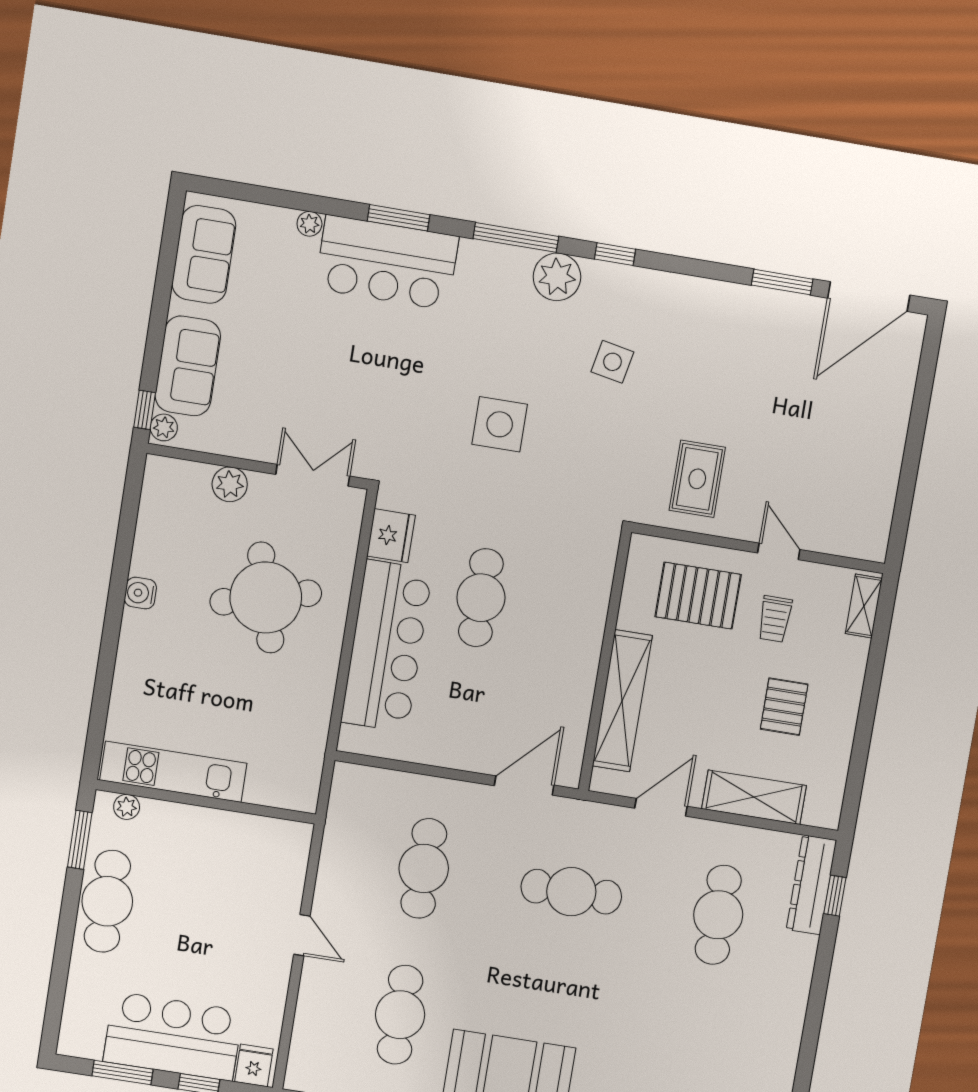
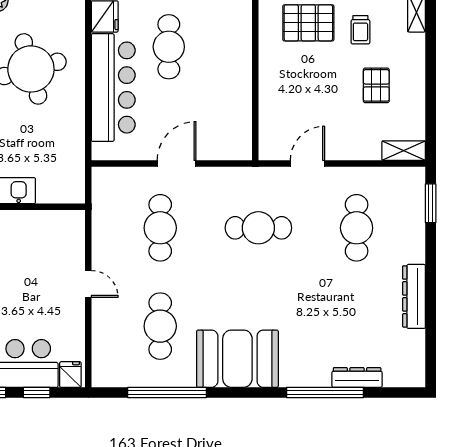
shelving: (622, 701) -> (271, 98), removed
door: (524, 785) -> (177, 163), moved
shelving: (754, 797) -> (404, 151), moved, width x0.67, depth x0.75
dresser: (811, 885) -> (414, 296), moved
window: (835, 896) -> (431, 203), width x1.50

